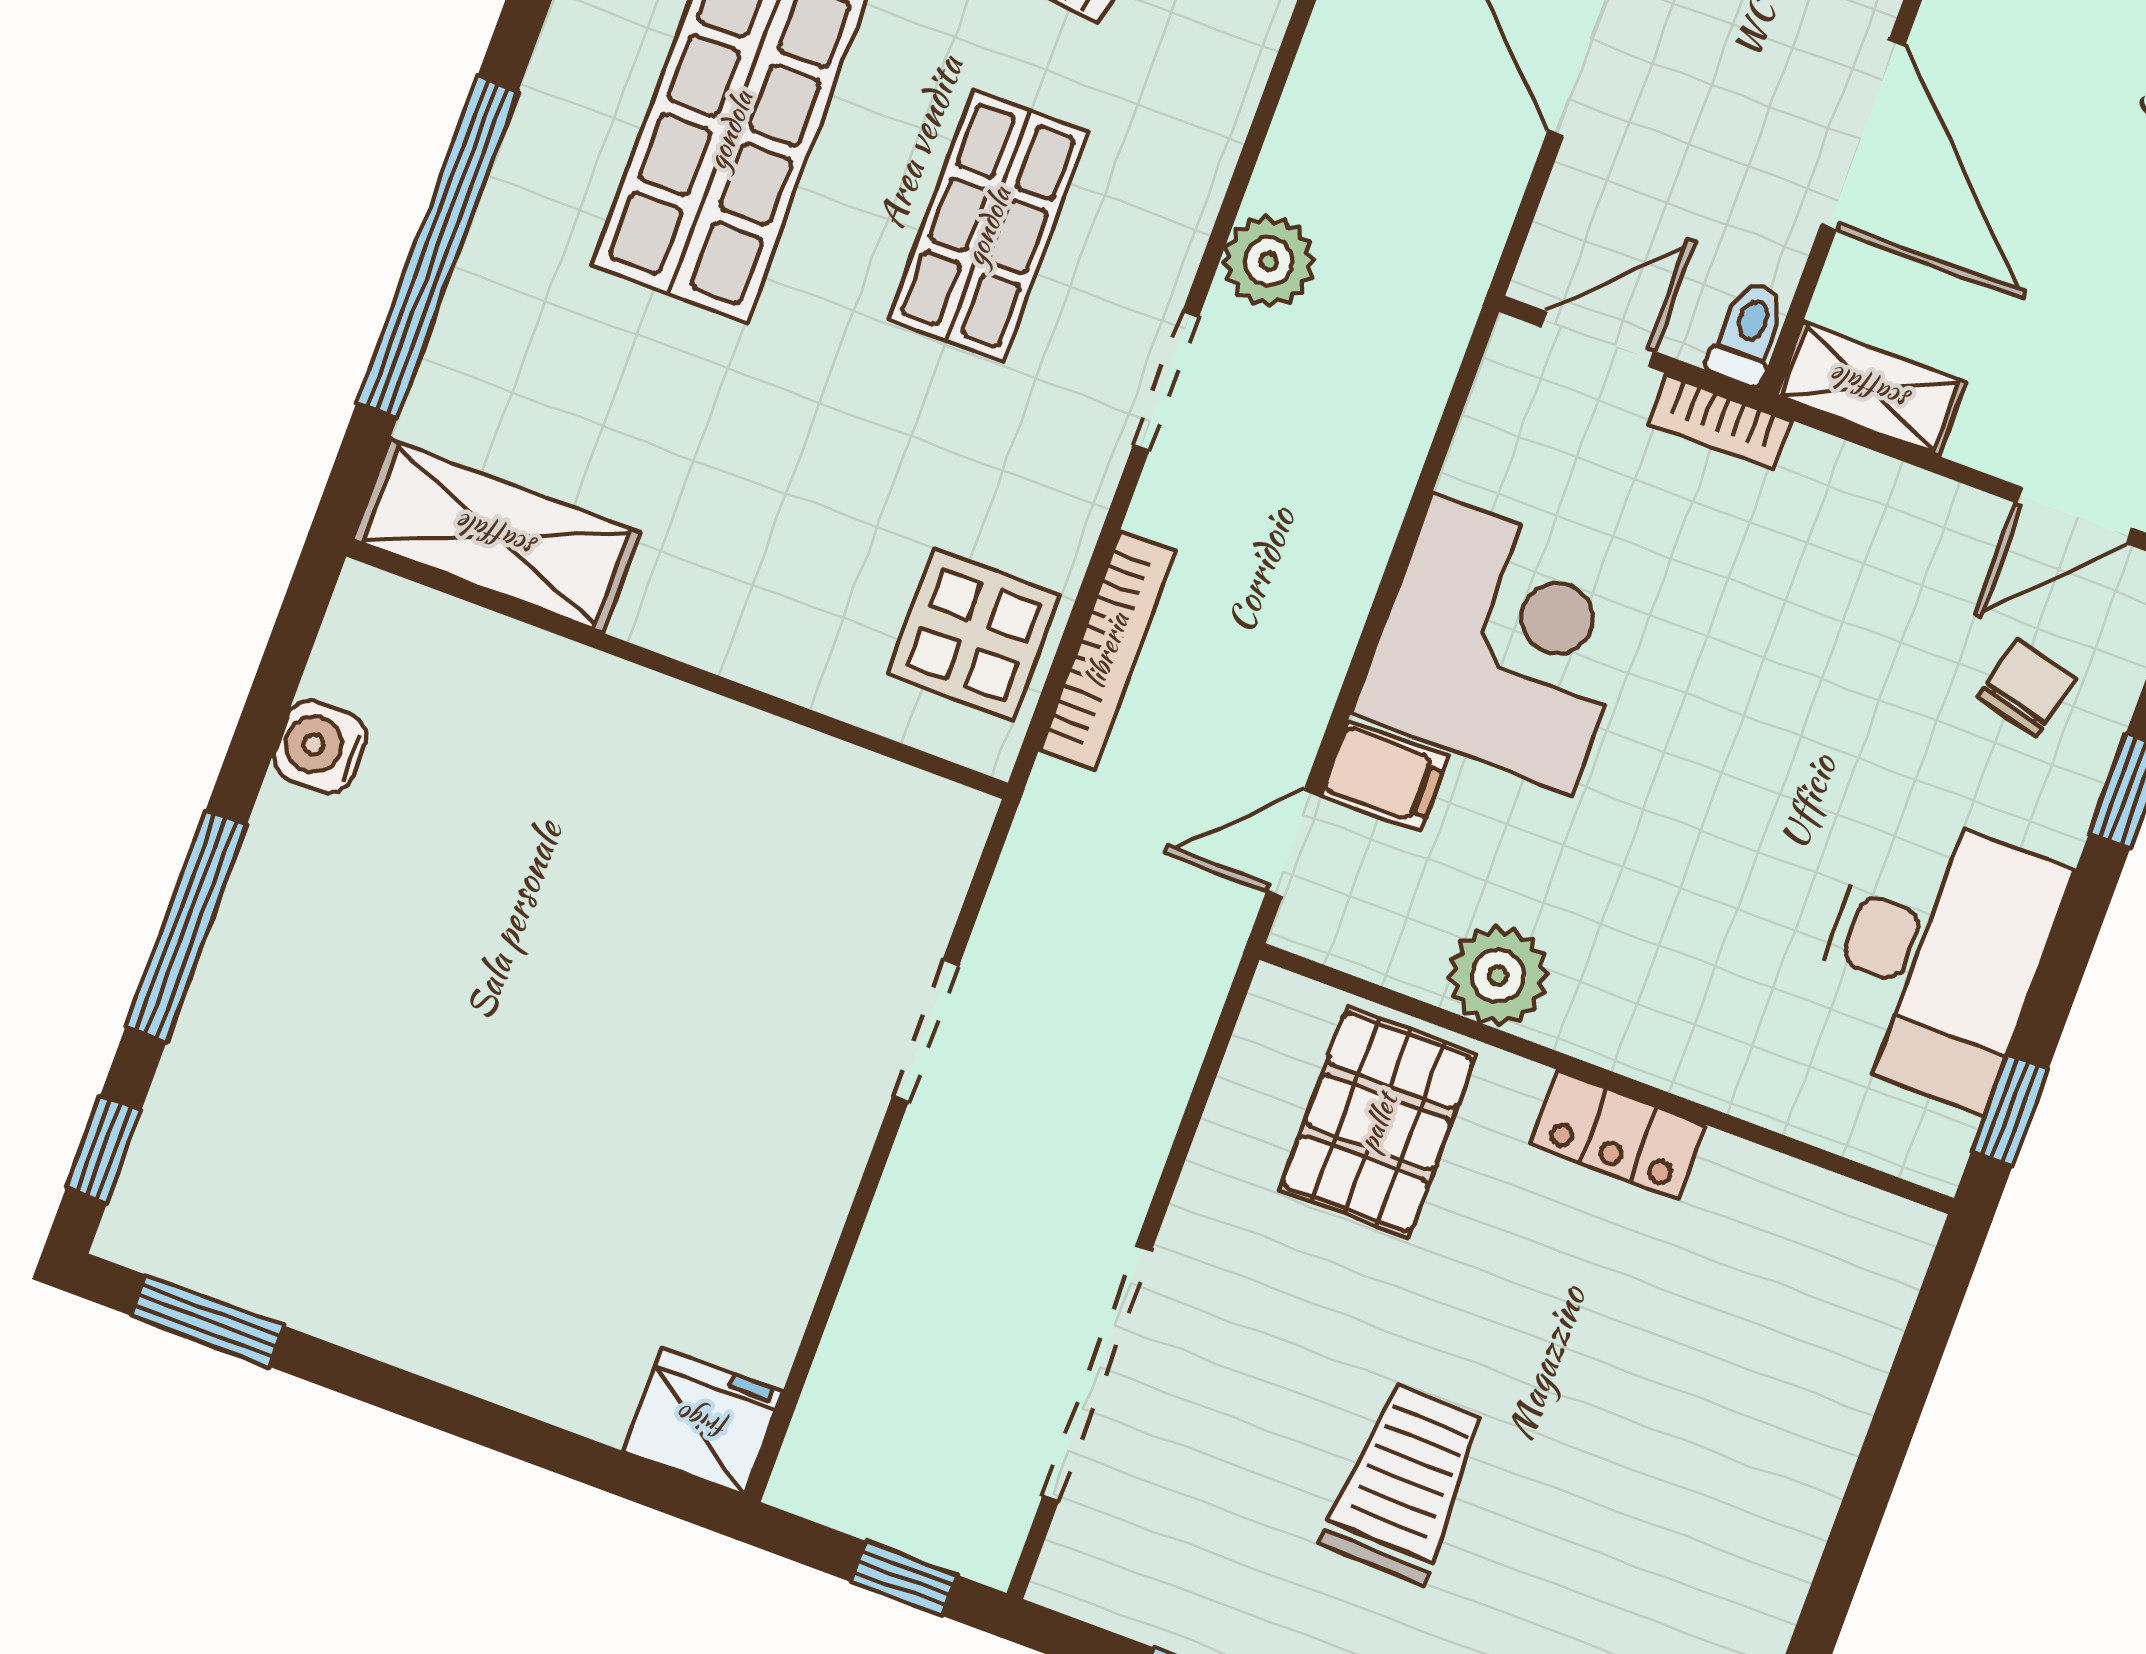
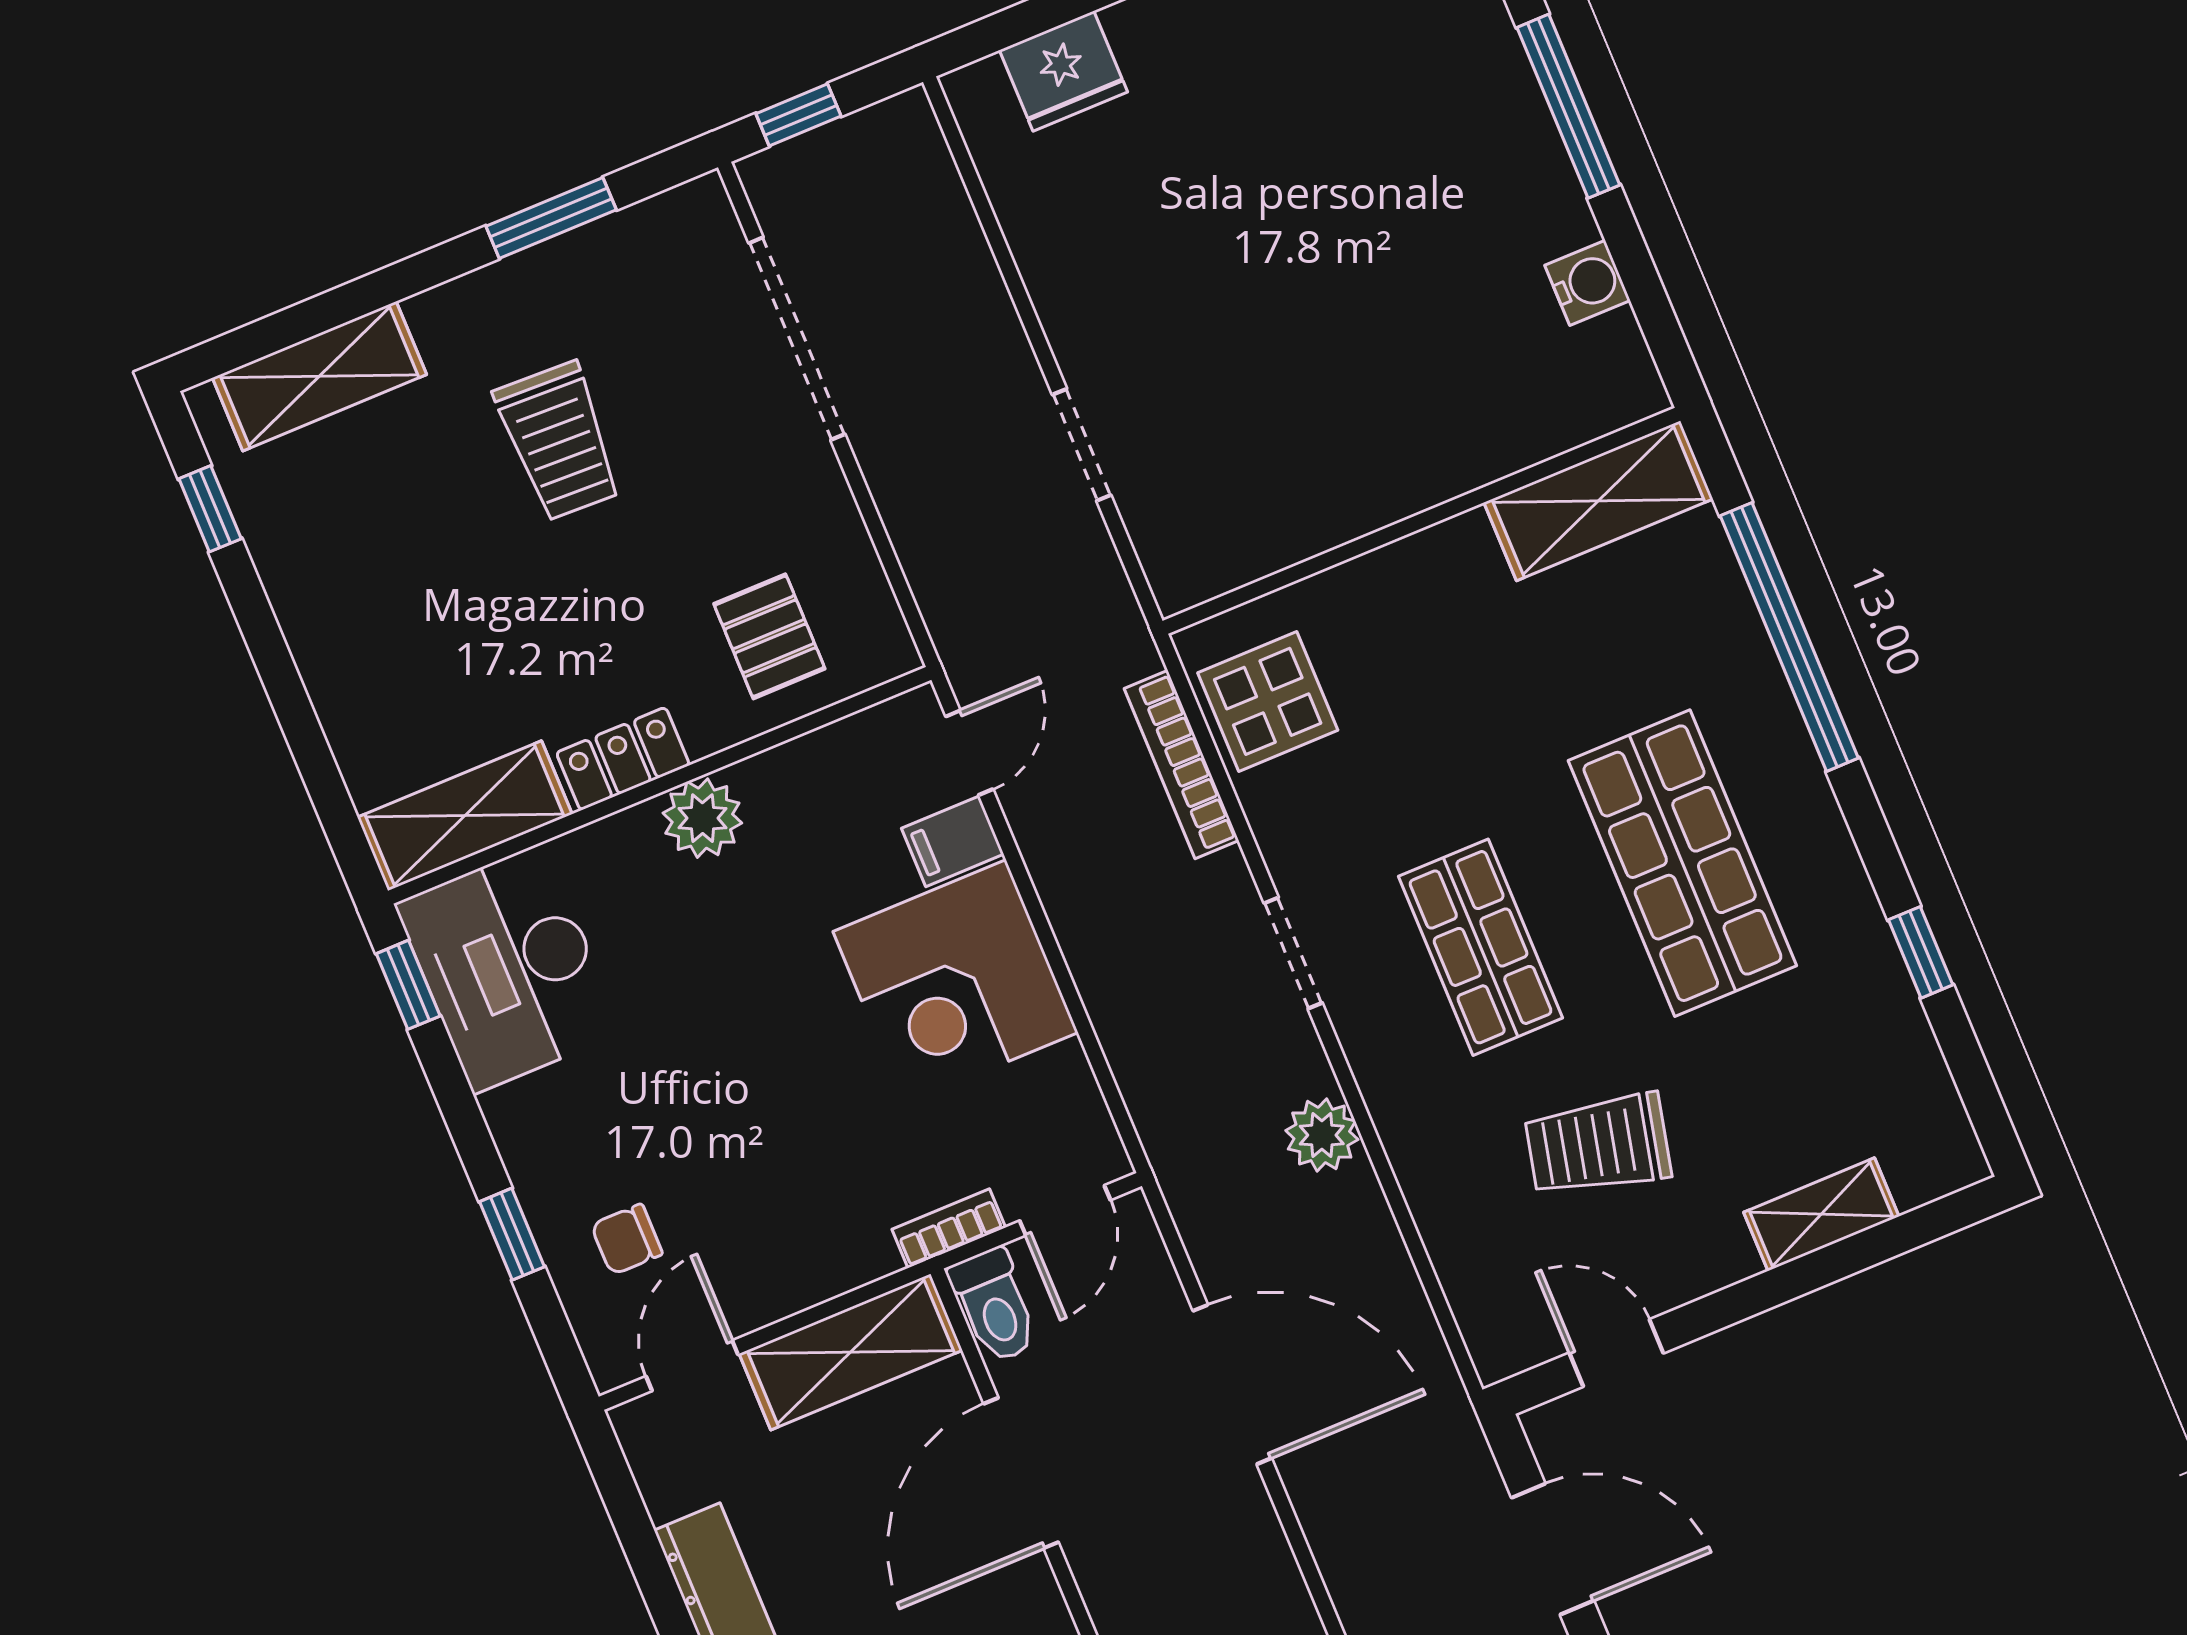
door: (1863, 134) -> (1021, 1473), hinge flipped
plant: (1269, 261) -> (1322, 1135), moved
toilet: (1748, 333) -> (994, 1306), width x1.37, depth x1.39
shelving: (1871, 389) -> (851, 1352), width x1.50, depth x1.33
chair: (2026, 688) -> (627, 1239), turned 76
desk: (1933, 958) -> (508, 968), moved
plant: (1498, 976) -> (702, 818), moved
pallet: (1378, 1122) -> (769, 636), width x0.67, depth x0.71
shelving: (1813, 1218) -> (465, 816), added
fridge: (703, 1422) -> (1063, 71), moved

